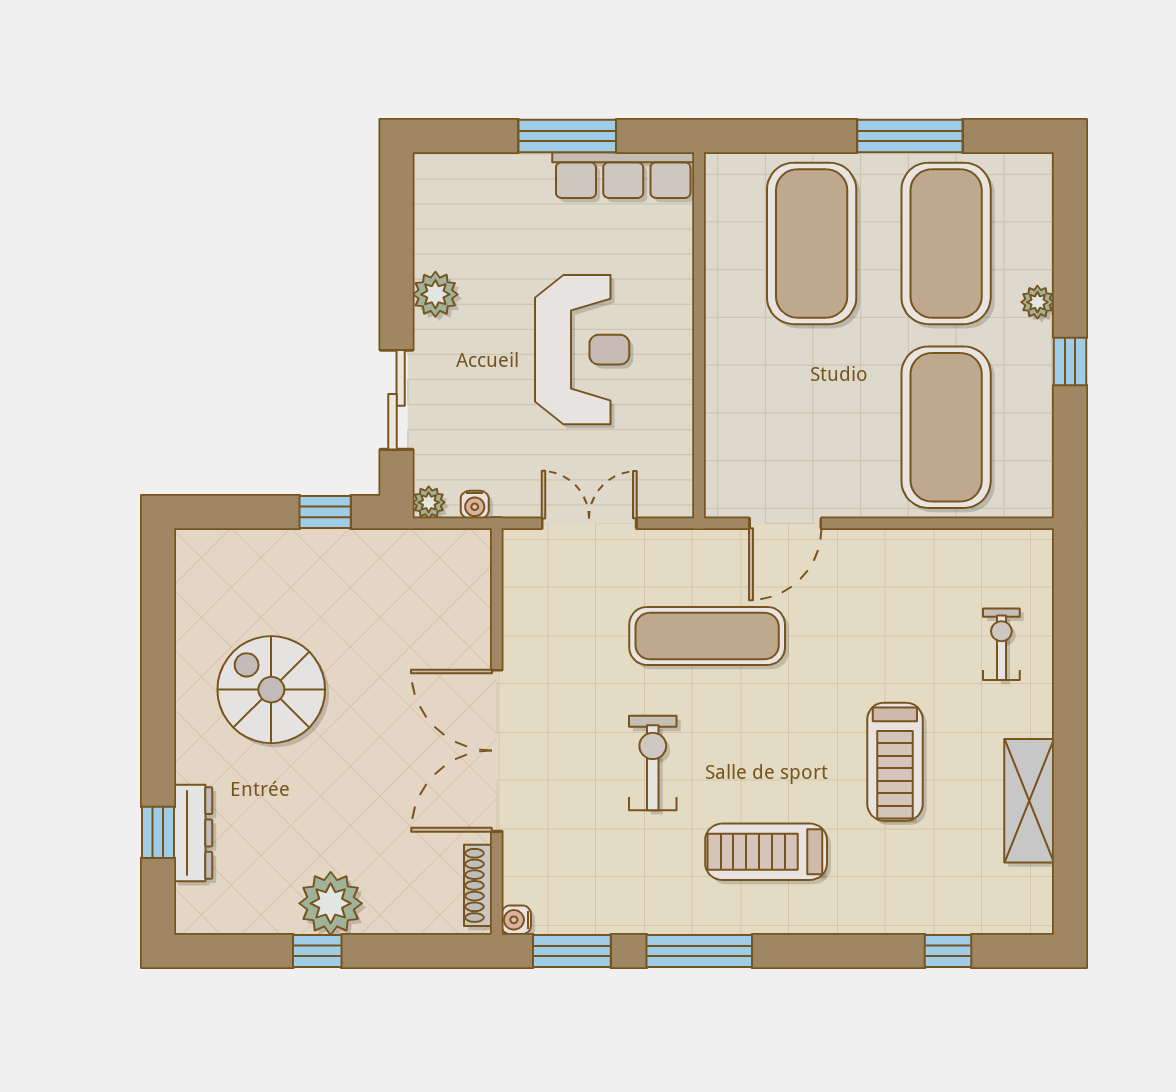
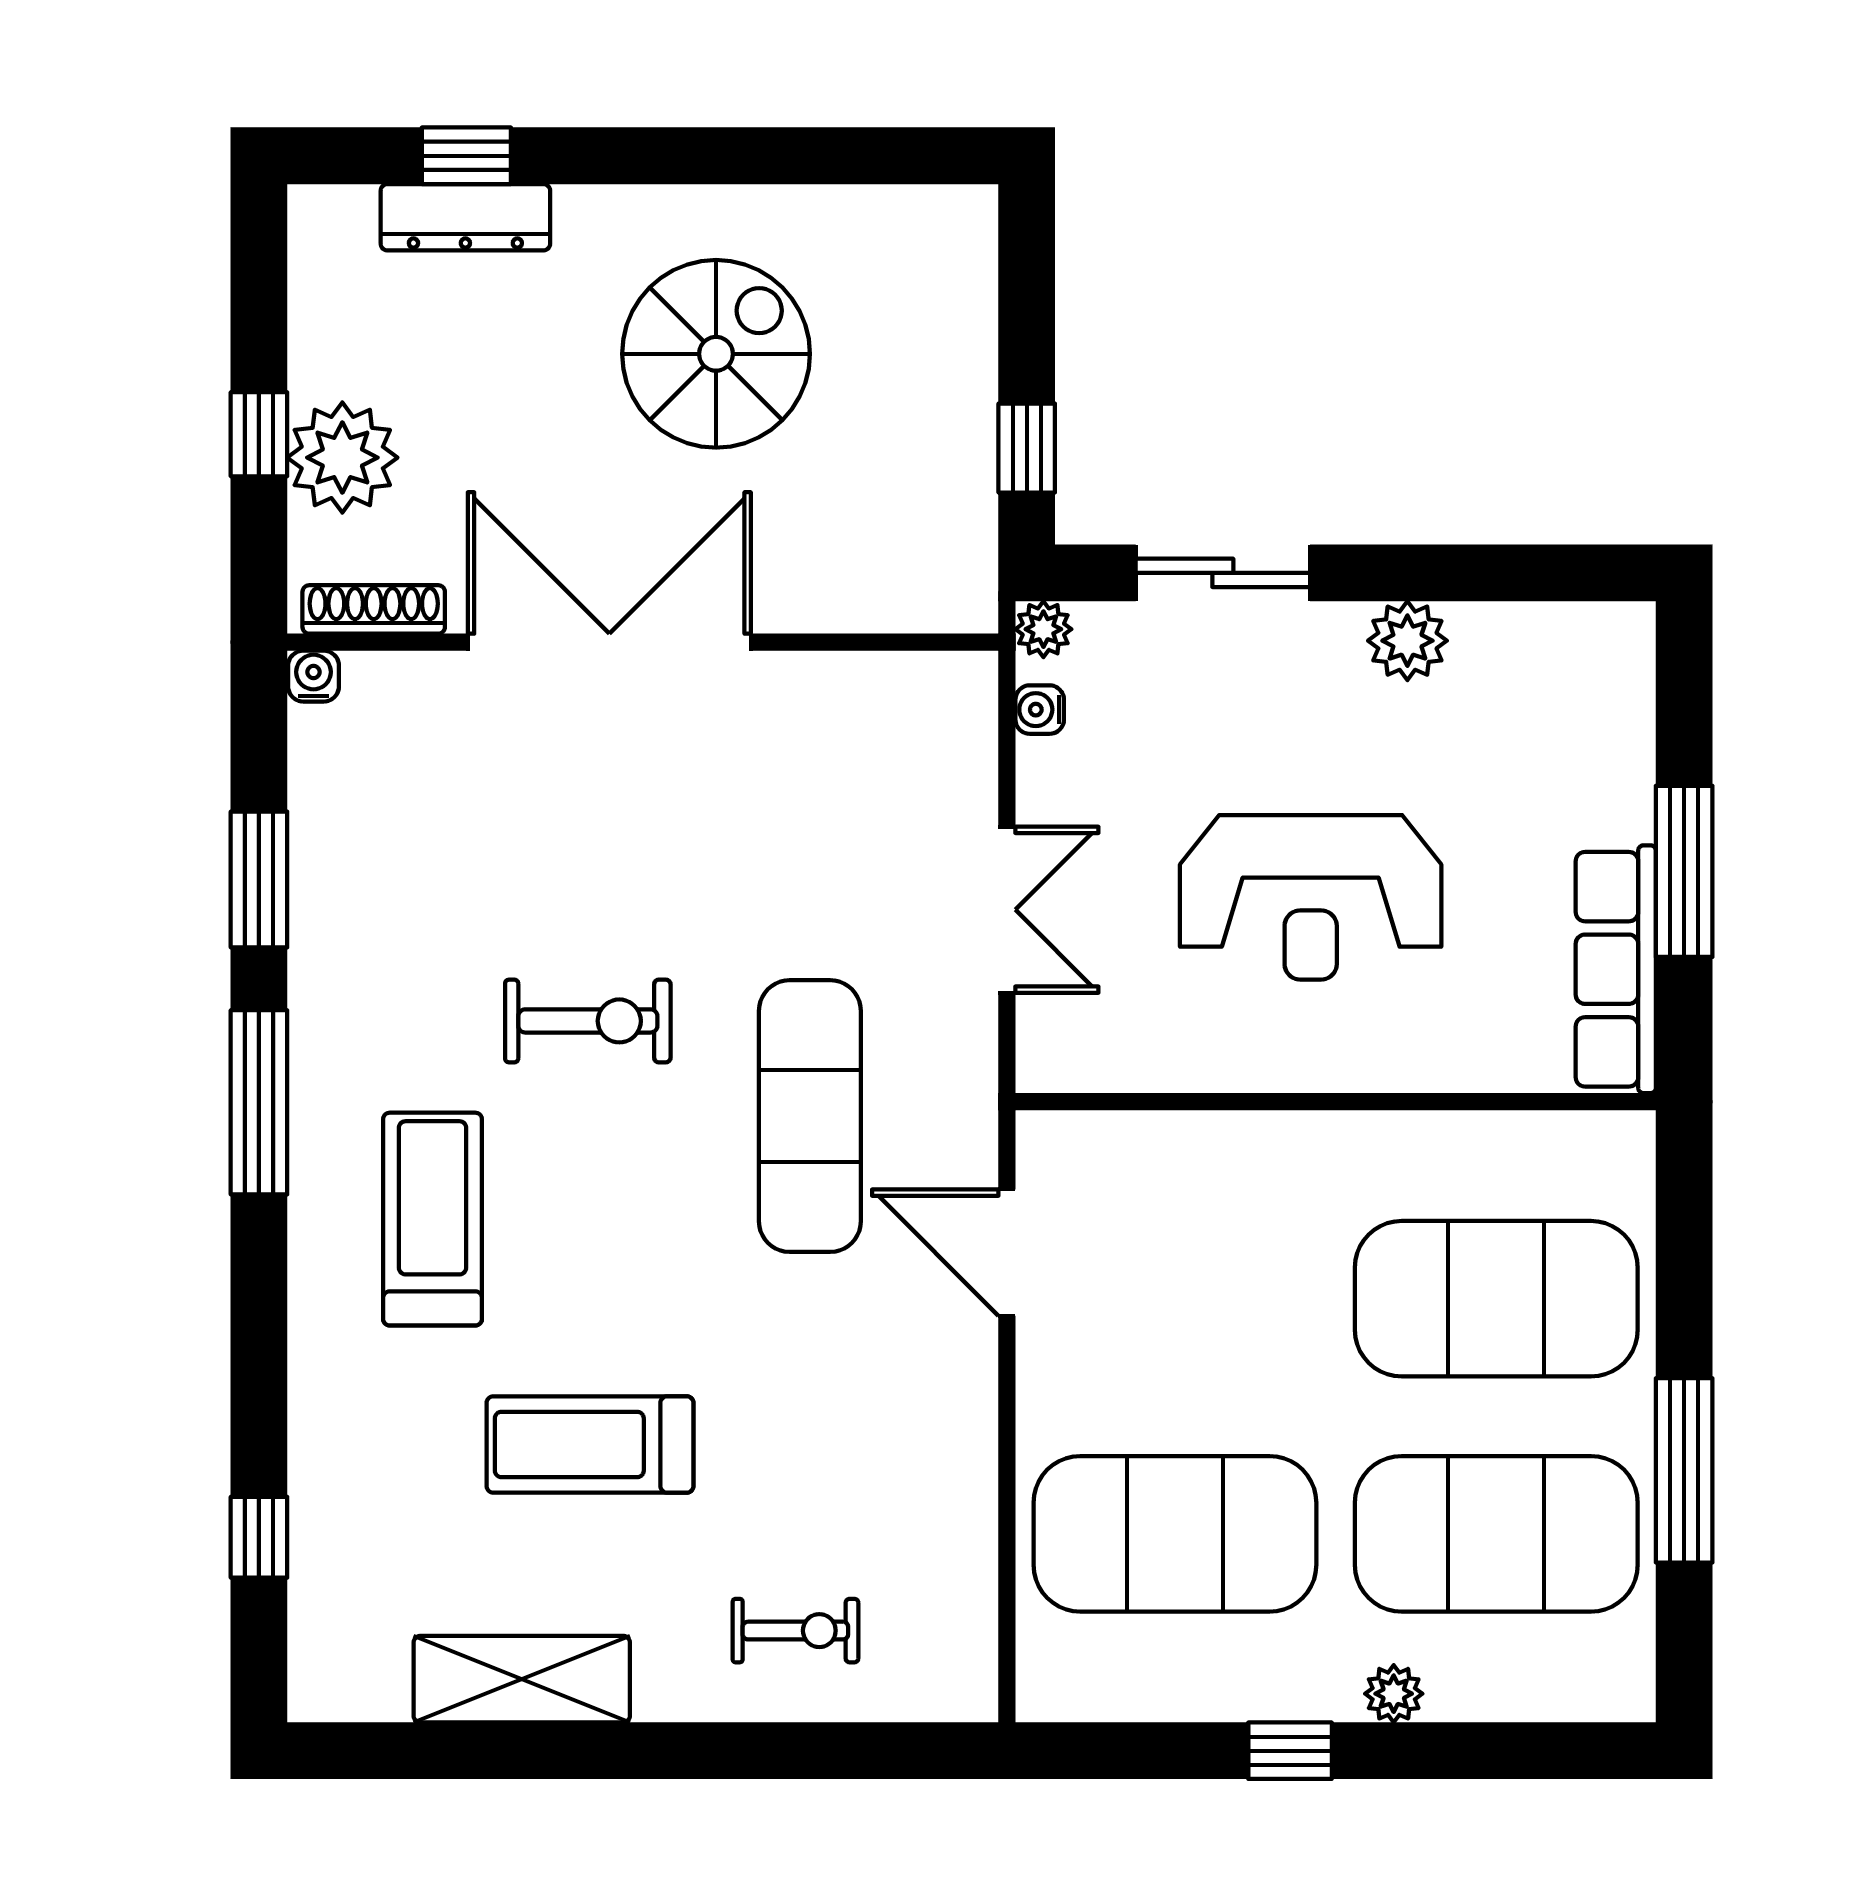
wall: (497, 732) -> (643, 642), moved
double door: (497, 751) -> (609, 642), moved
shoe rack: (478, 885) -> (374, 609), moved
water cooler: (516, 920) -> (314, 676), moved

